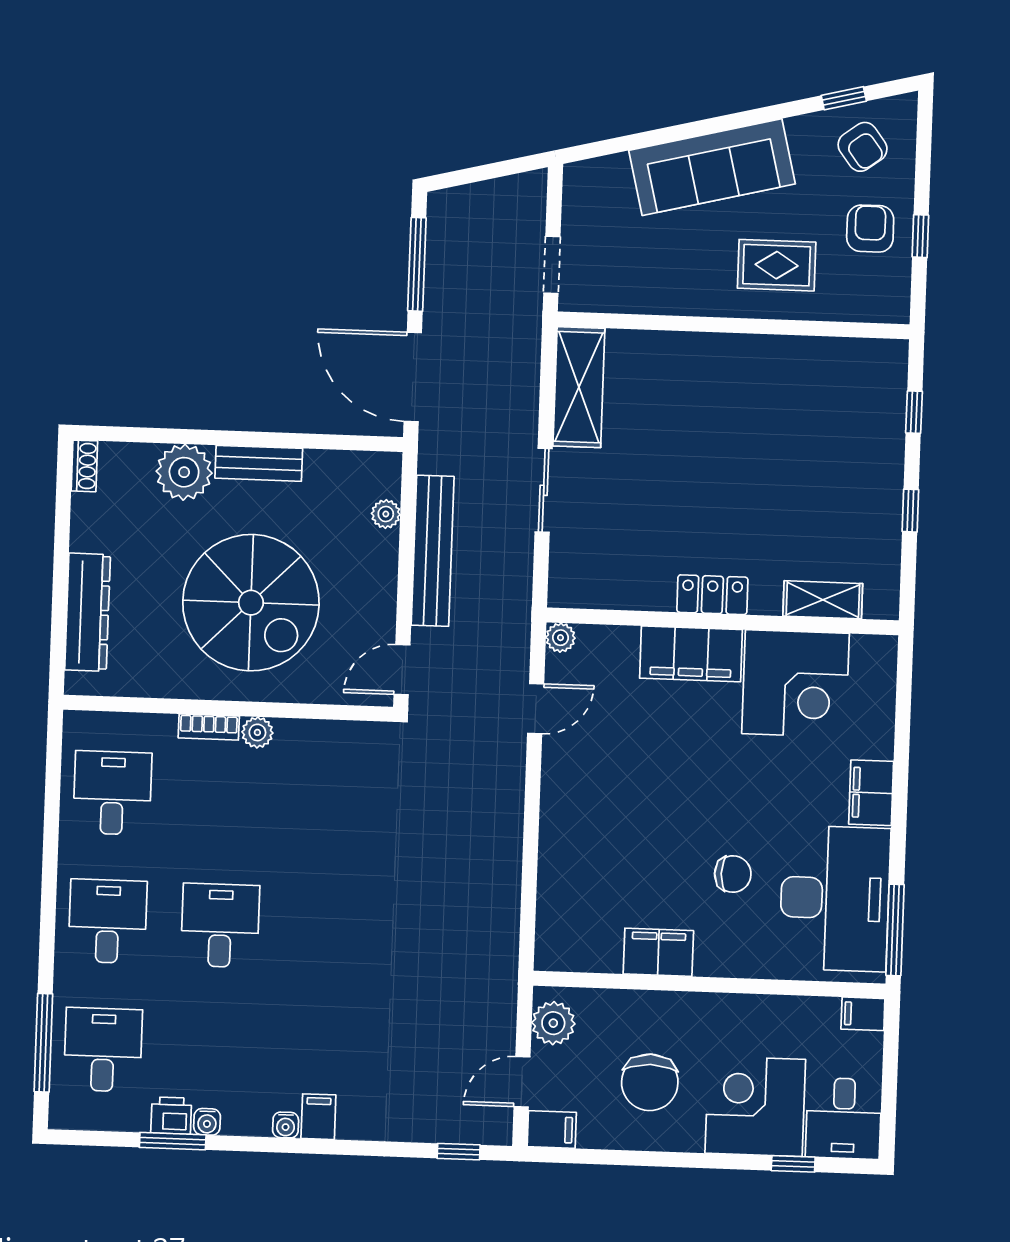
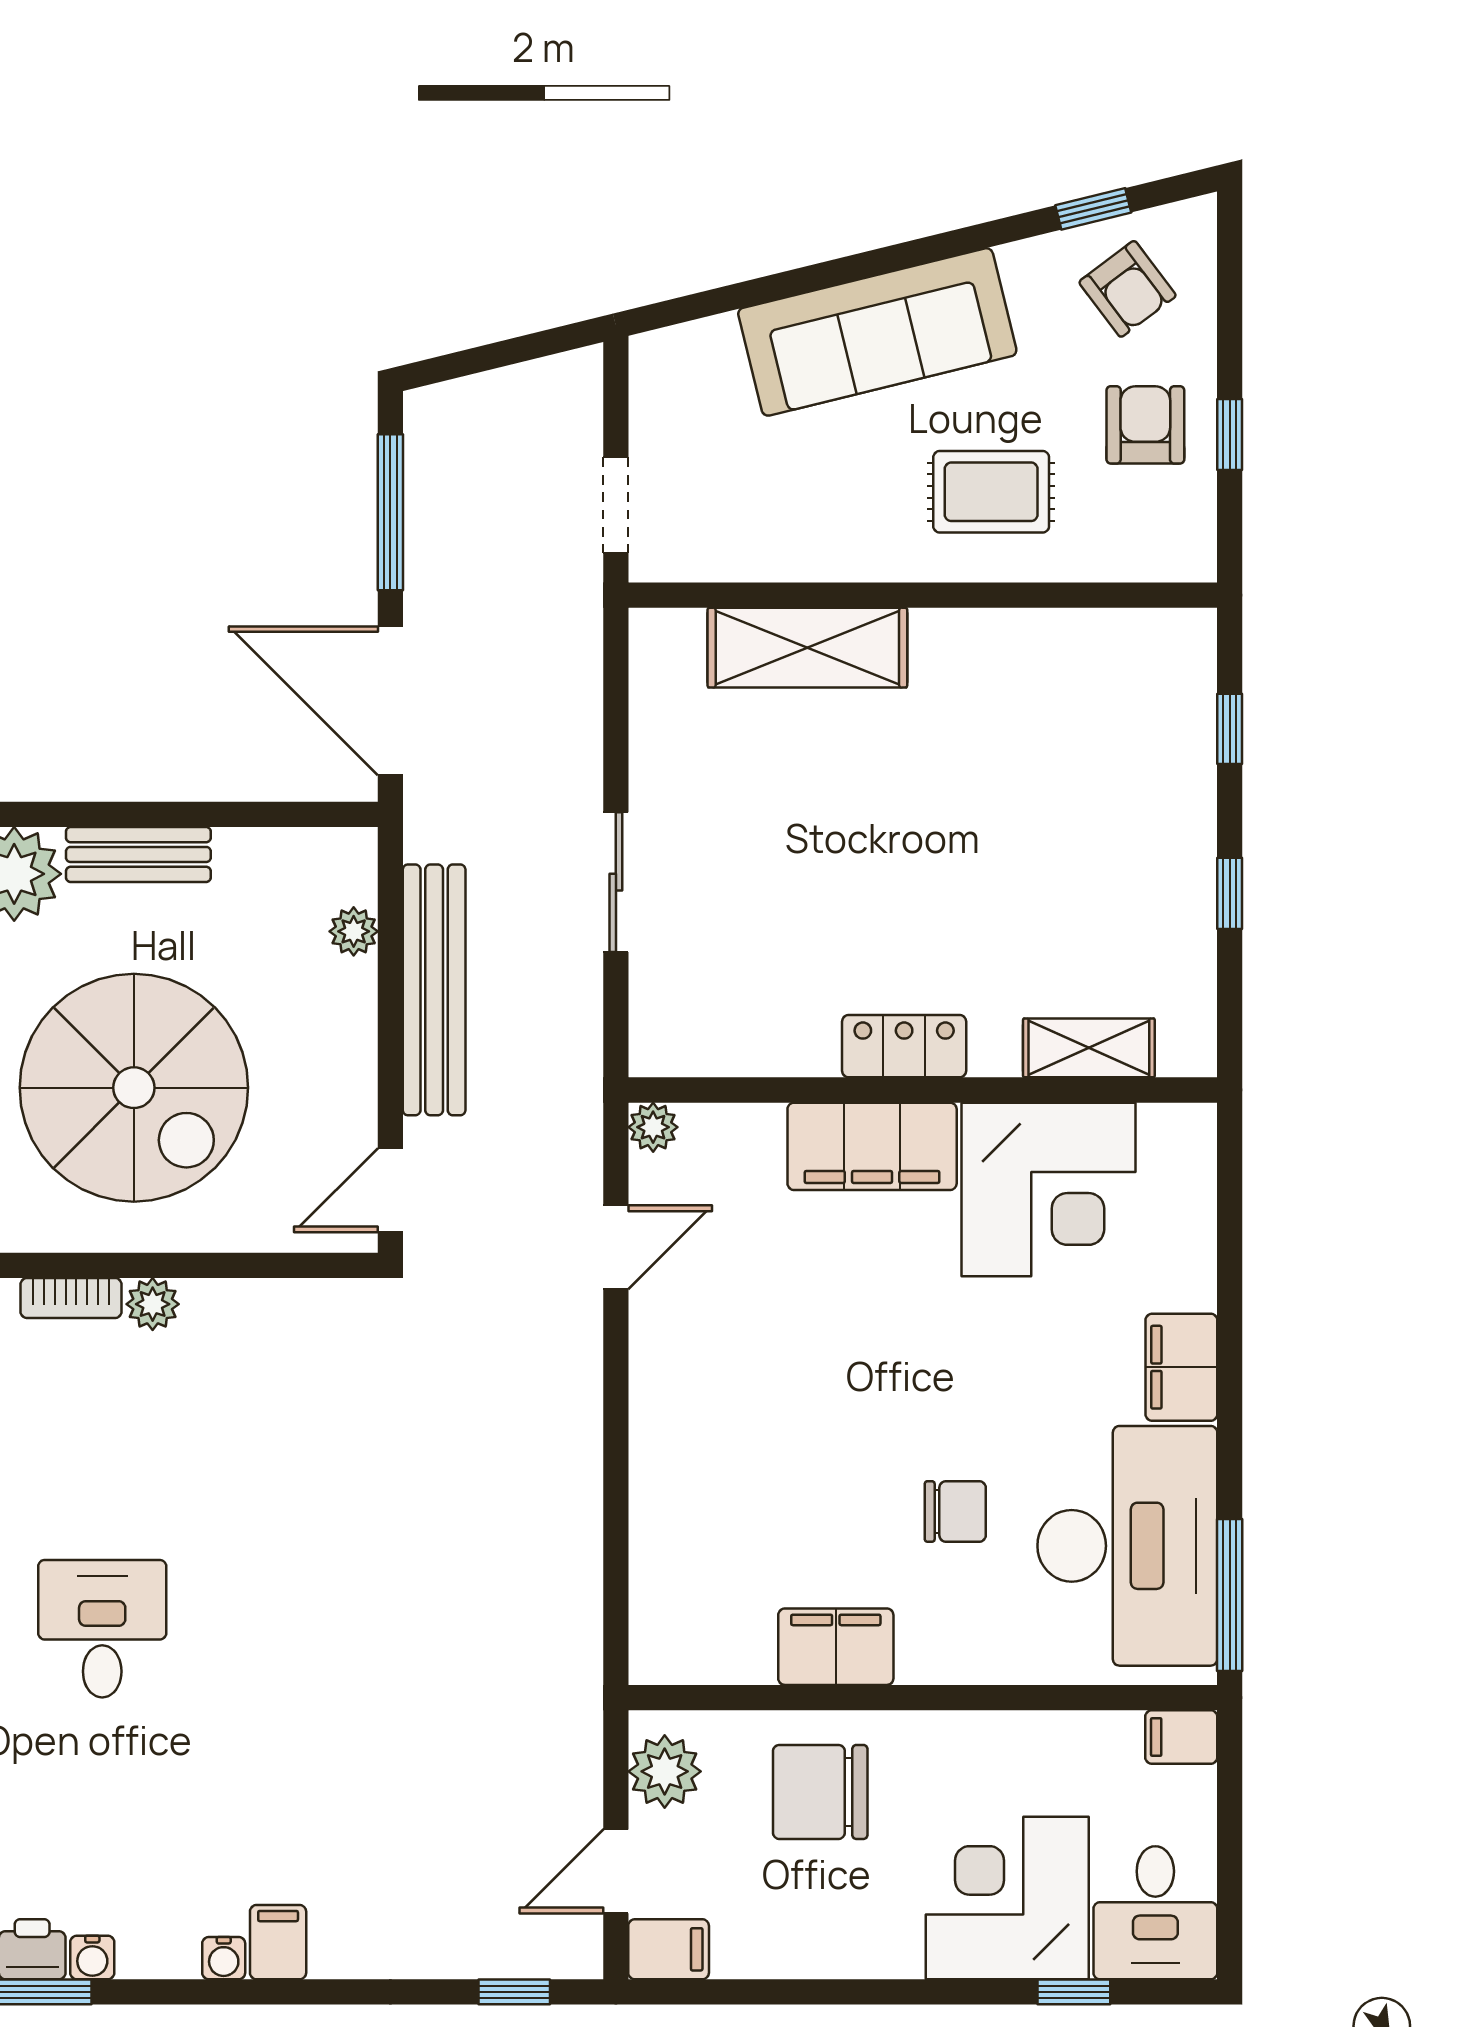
shelving: (579, 387) -> (807, 648), moved, turned 90
chair: (650, 1082) -> (820, 1792), moved, turned 90

